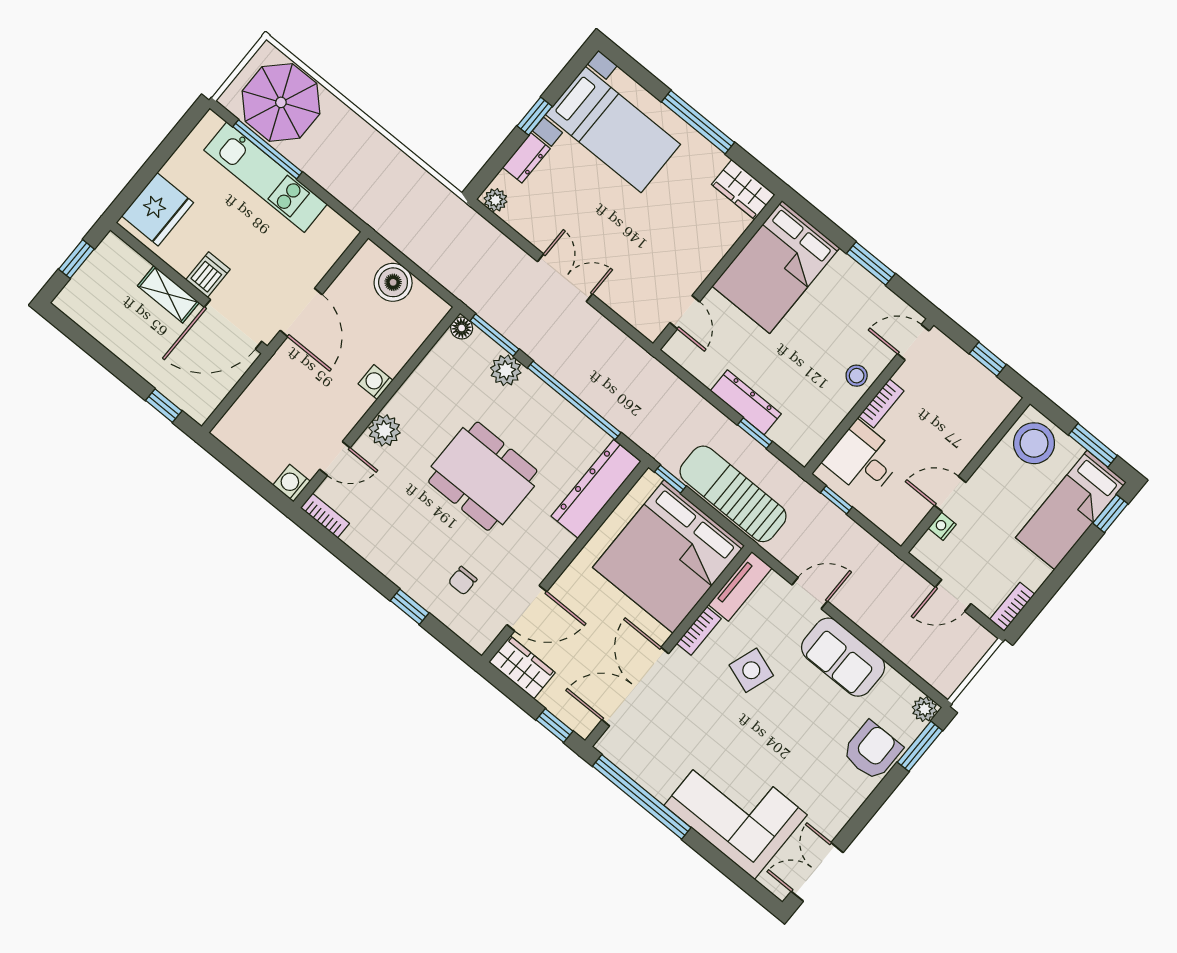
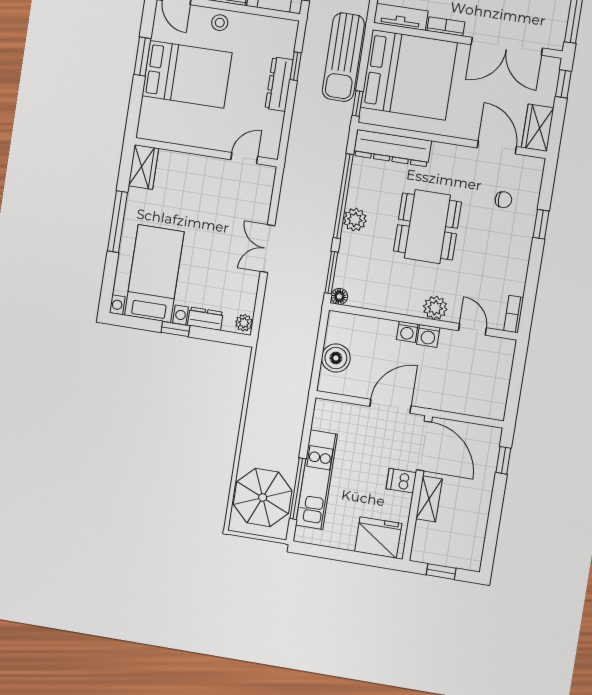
bed: (776, 267) -> (187, 74), moved
plant: (506, 370) -> (355, 220), moved
washing machine: (292, 483) -> (428, 336), moved

